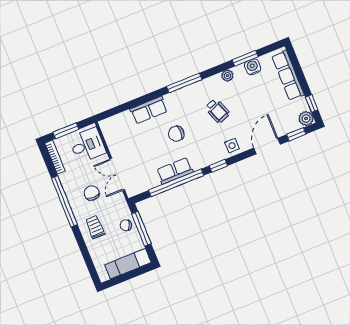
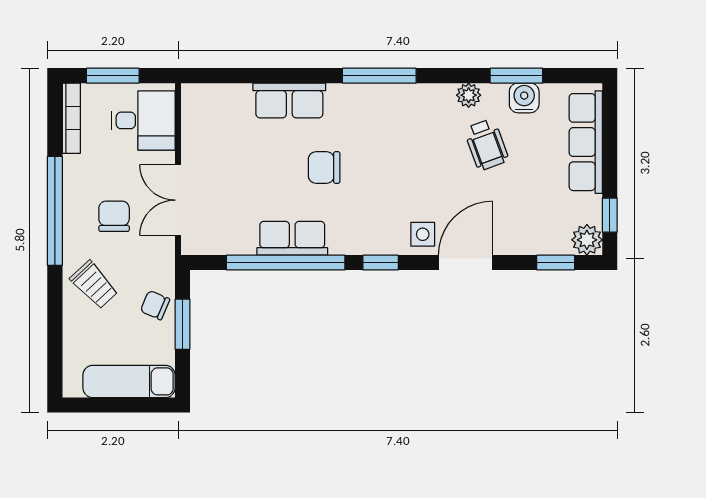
wheelchair: (217, 111) -> (486, 145), moved
door: (267, 146) -> (465, 263), moved
trolley: (95, 227) -> (94, 285), turned 137
window: (141, 229) -> (182, 324), width x0.69

